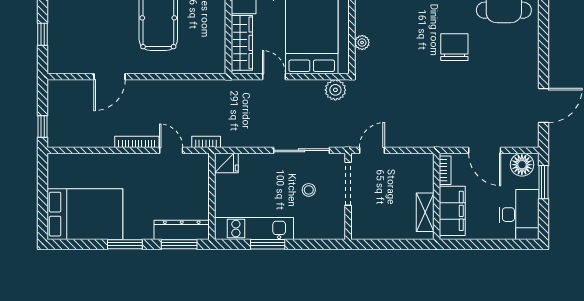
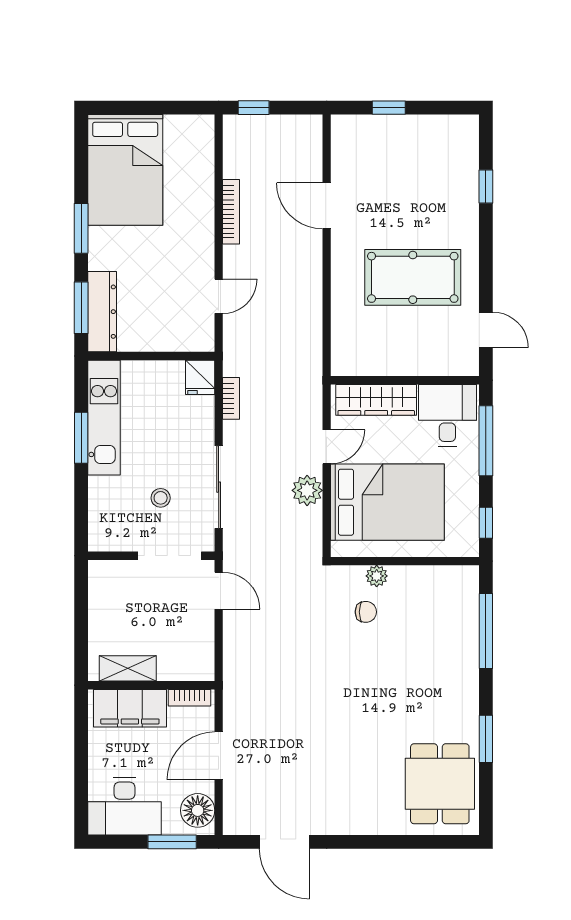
chair: (454, 47) -> (366, 612), moved, width x0.54, depth x0.54
plant: (335, 90) -> (307, 490), moved
bookcase: (137, 142) -> (231, 212), moved
bookcase: (206, 142) -> (231, 398), moved

